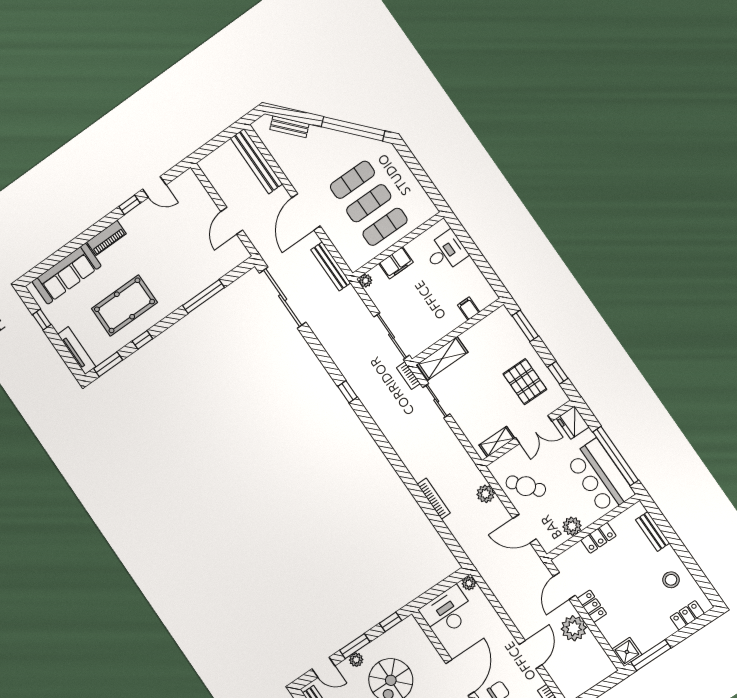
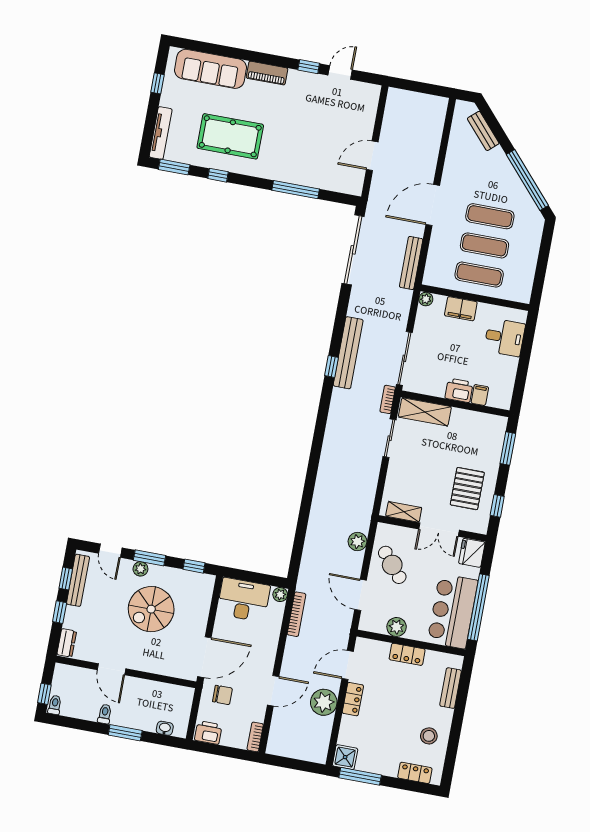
bench: (256, 161) -> (348, 353), moved
door: (154, 187) -> (340, 72), swing flipped
printer: (451, 320) -> (459, 390), added
bookcase: (434, 499) -> (296, 614), moved

